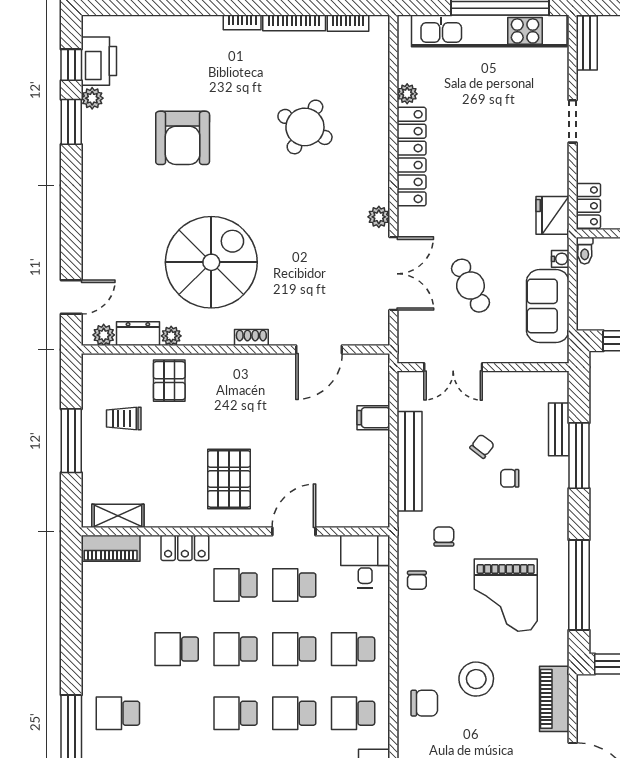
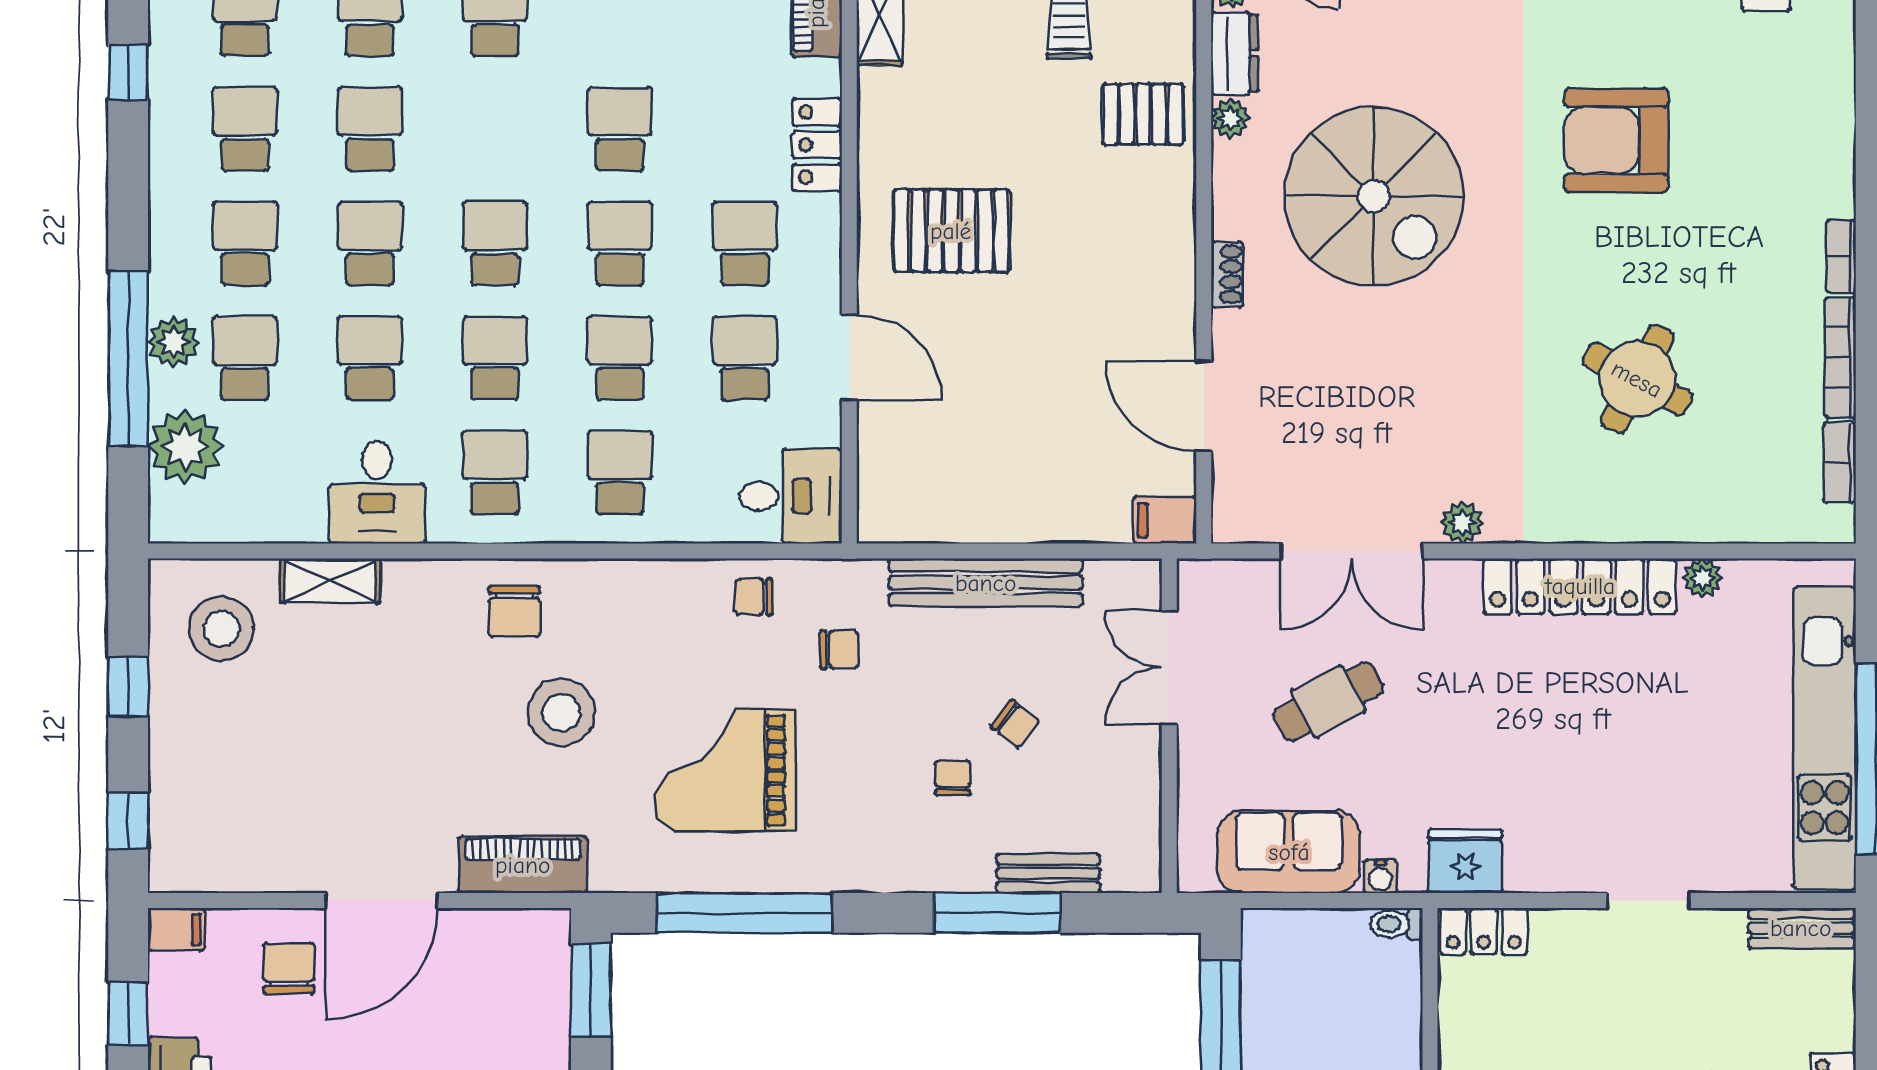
filing cabinet: (373, 418) -> (1165, 520), moved, turned -90

